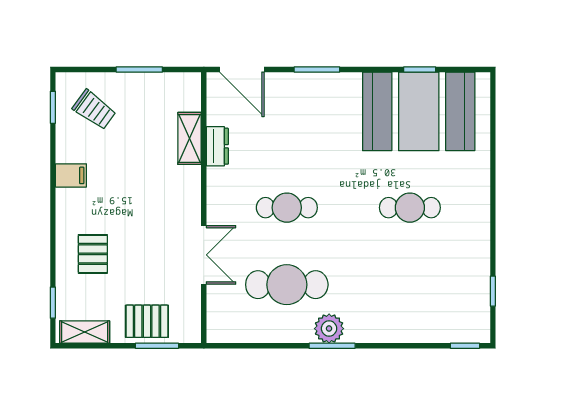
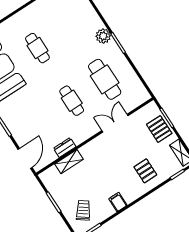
pallet: (93, 254) -> (145, 171), turned 90
plant: (329, 329) -> (103, 36), moved

